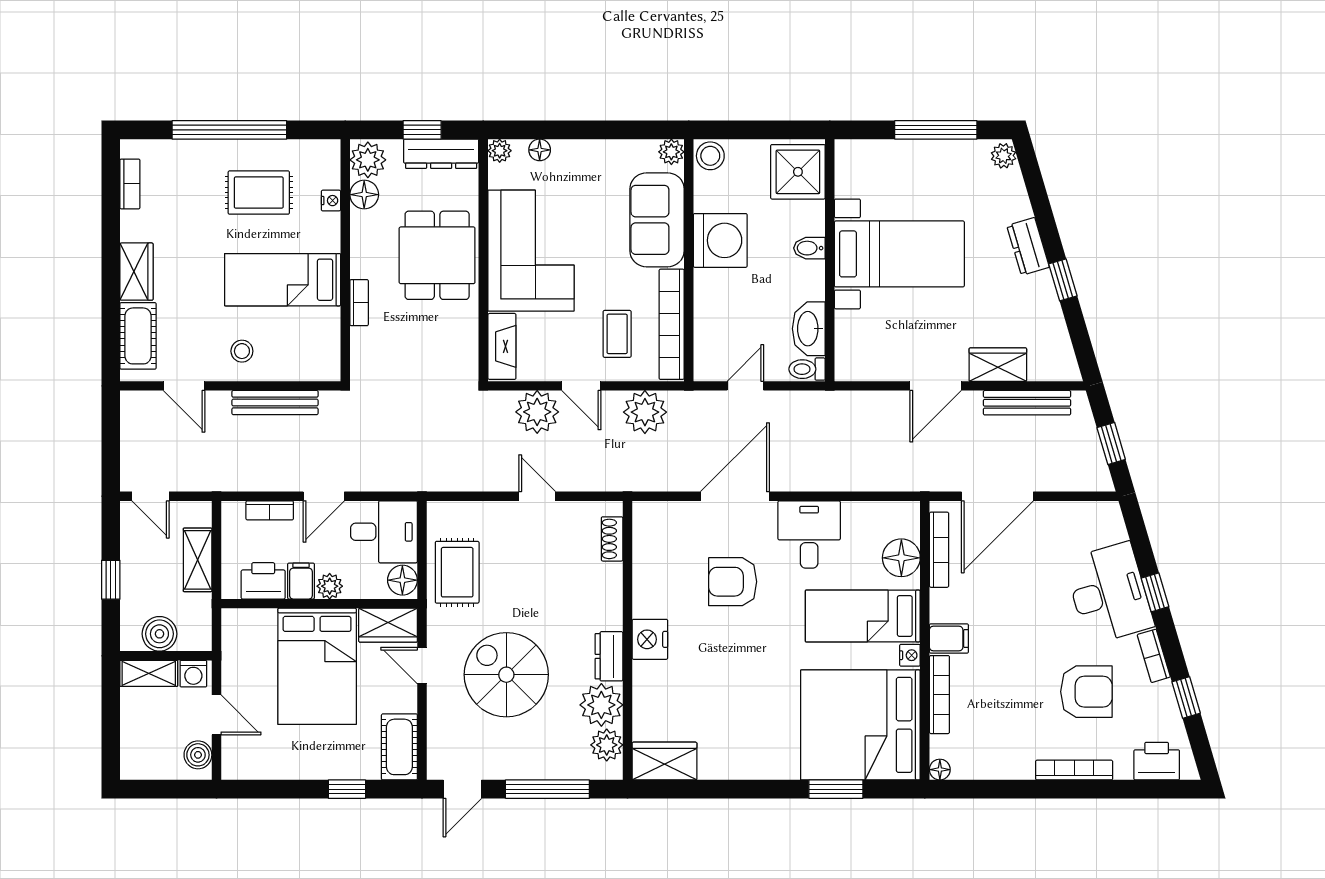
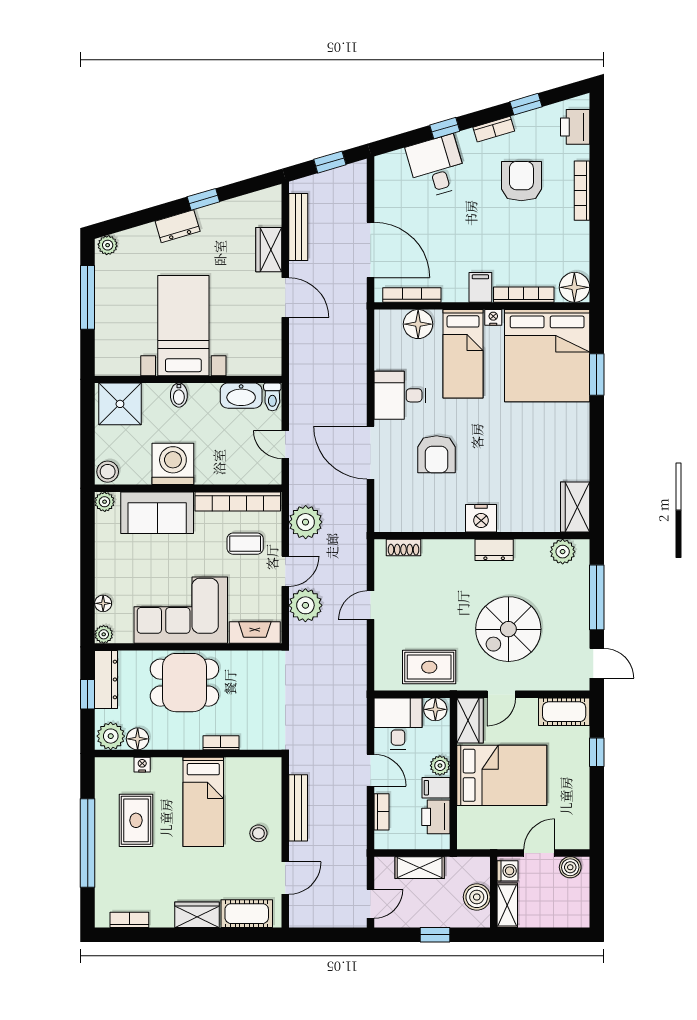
desk: (1109, 593) -> (437, 166), width x0.73
plant: (601, 705) -> (532, 556), removed
floor lamp: (940, 770) -> (574, 287), width x1.89, depth x1.89

